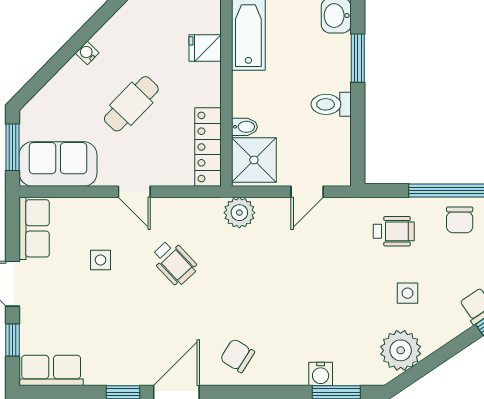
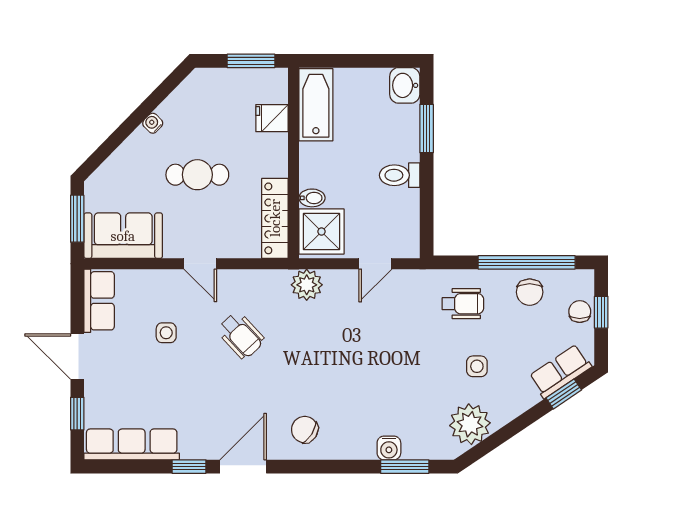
cafe table: (131, 104) -> (197, 175), turned 46
row of seats: (51, 370) -> (132, 444), width x1.48

